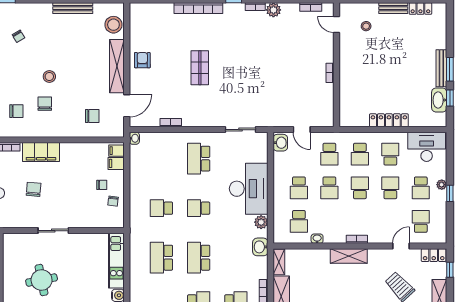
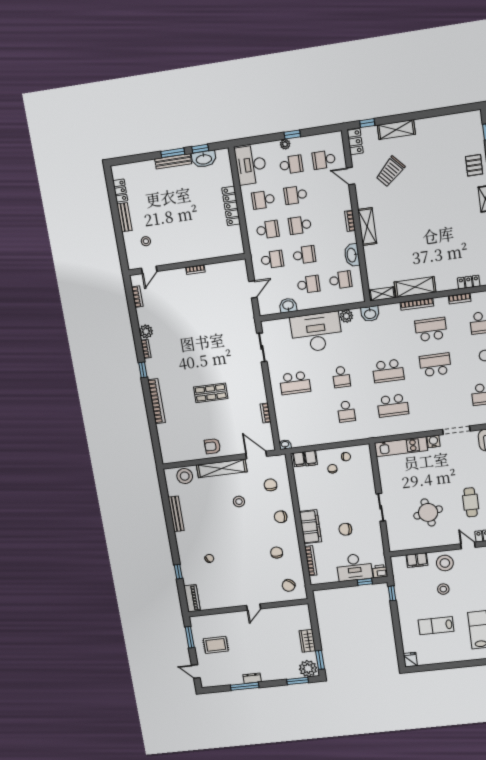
stool: (49, 77) -> (239, 502), moved
chair: (45, 104) -> (281, 517), moved
washbasin: (280, 143) -> (288, 305), moved
washbasin: (317, 239) -> (352, 255), width x1.91, depth x1.45

